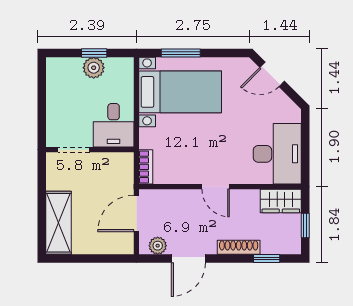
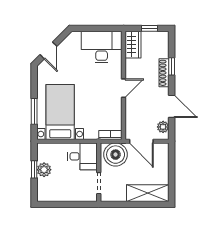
boiler: (116, 175) -> (116, 155), added
window: (267, 259) -> (172, 66), moved

